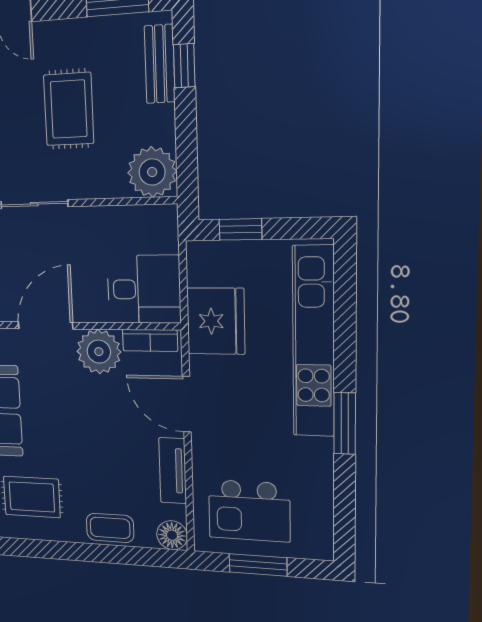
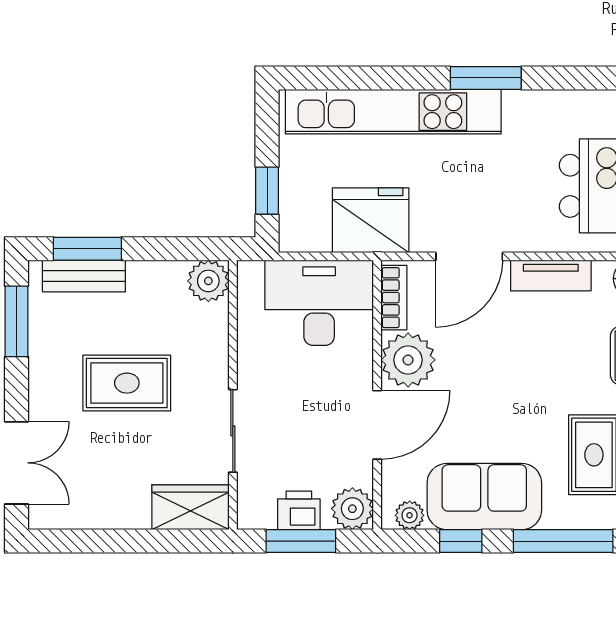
window: (184, 66) -> (87, 249), width x1.50
plant: (152, 172) -> (208, 281), width x0.73, depth x0.73
desk: (144, 289) -> (319, 303), width x1.37
door: (46, 325) -> (377, 425), swing flipped

